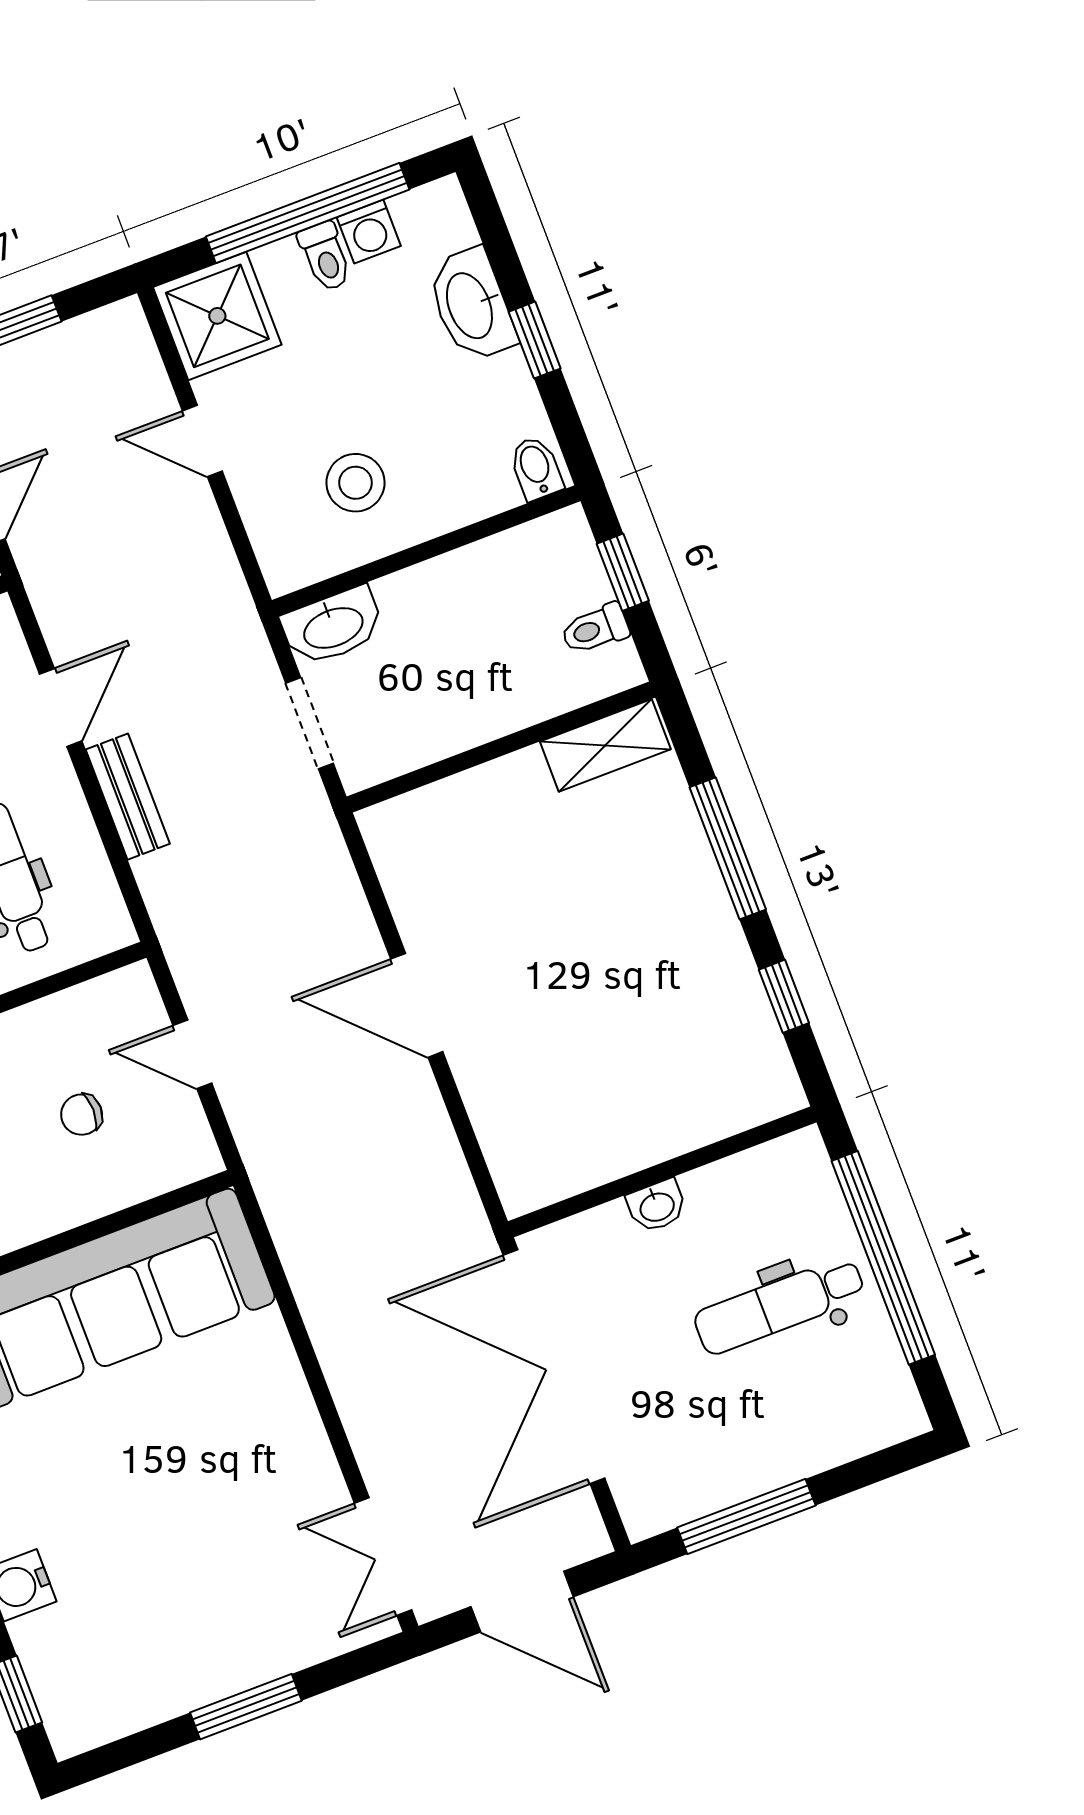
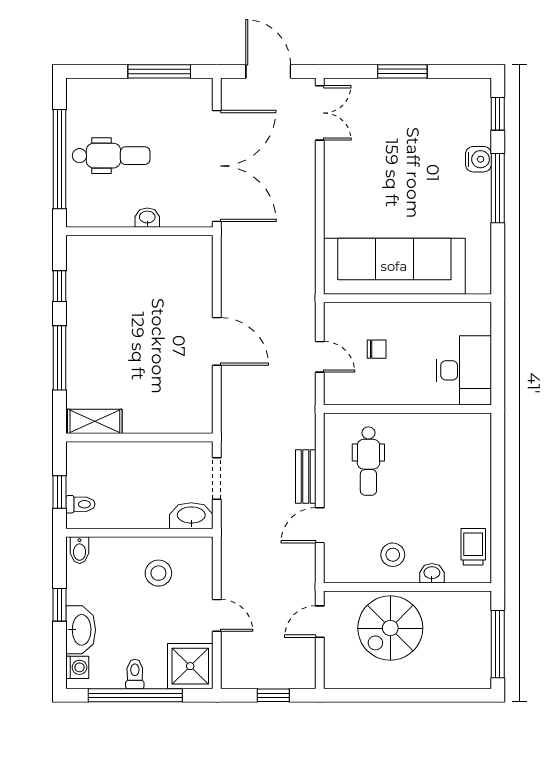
washing machine: (369, 232) -> (77, 667), moved, turned 90
toilet: (595, 629) -> (80, 504), moved

